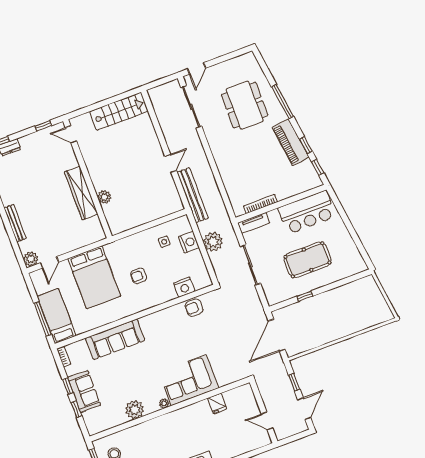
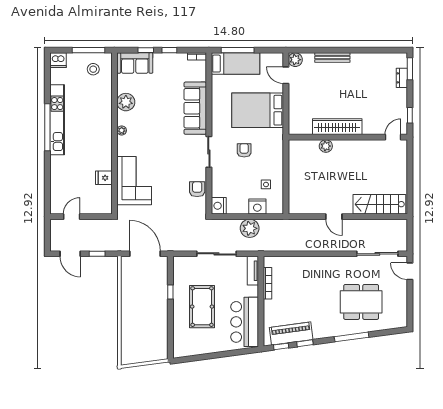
stairs: (119, 111) -> (379, 204), moved, turned 90
piano: (291, 142) -> (291, 333), moved
bench: (193, 195) -> (298, 225), removed
nightstand: (184, 287) -> (219, 206), moved
sliding door: (153, 310) -> (209, 152), added
corner sofa: (189, 380) -> (134, 181), moved
sofa: (84, 392) -> (135, 63), moved

